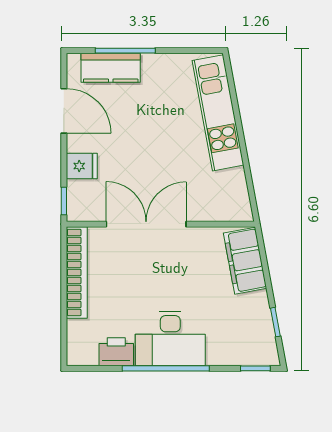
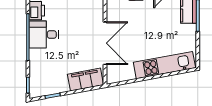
double door: (146, 224) -> (105, 43), moved
desk: (170, 339) -> (44, 34), width x0.73

